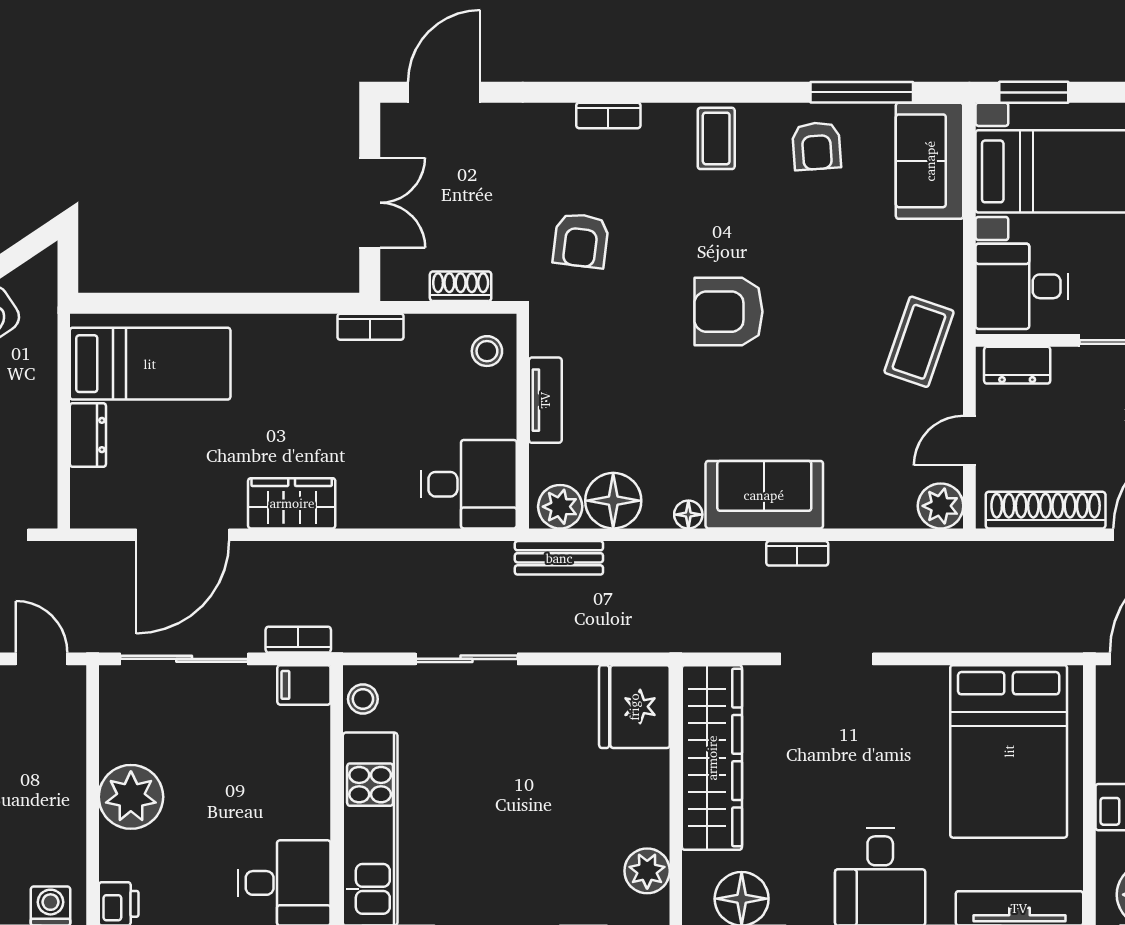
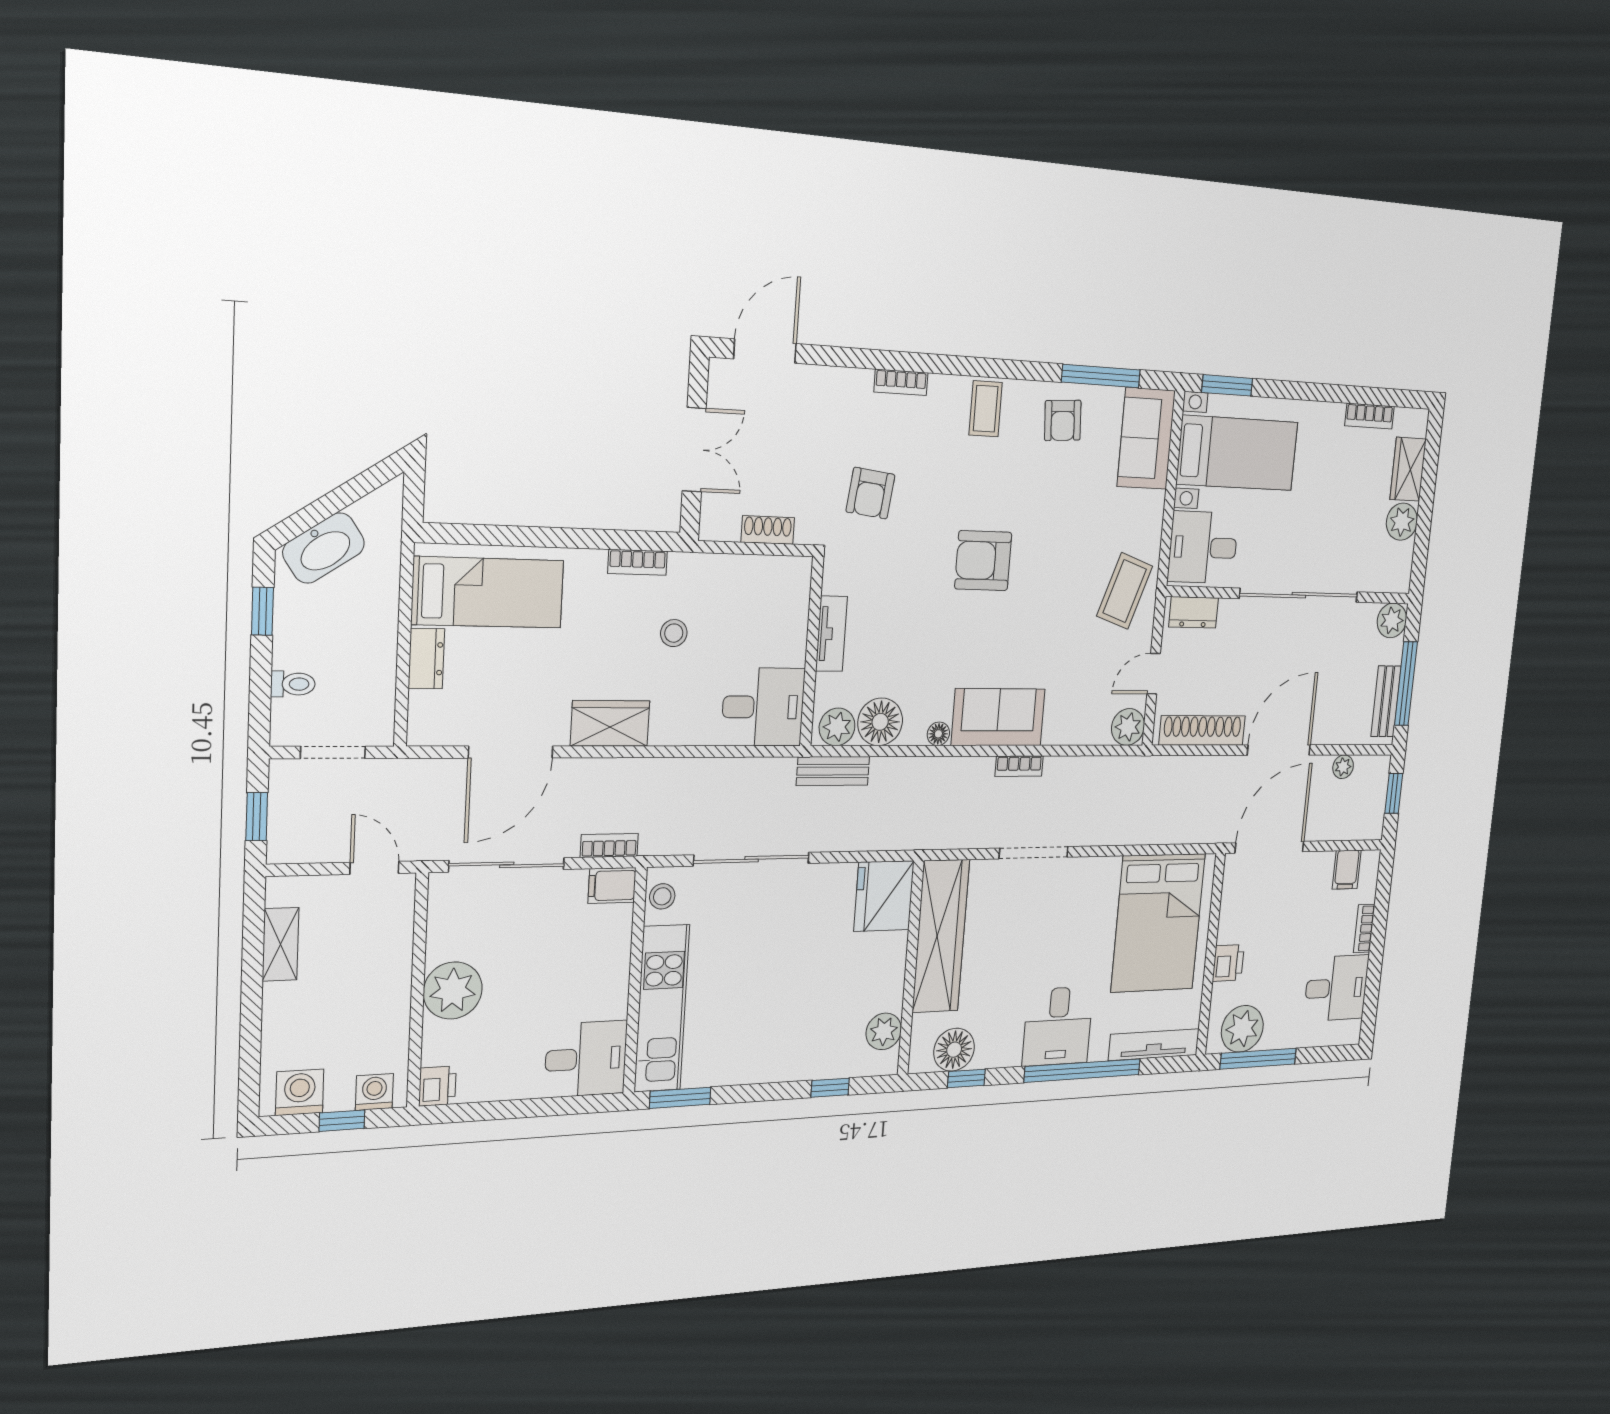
bookcase: (370, 327) -> (637, 562), moved
stool: (487, 351) -> (674, 633), moved
sliding door: (467, 659) -> (752, 859), width x1.37

